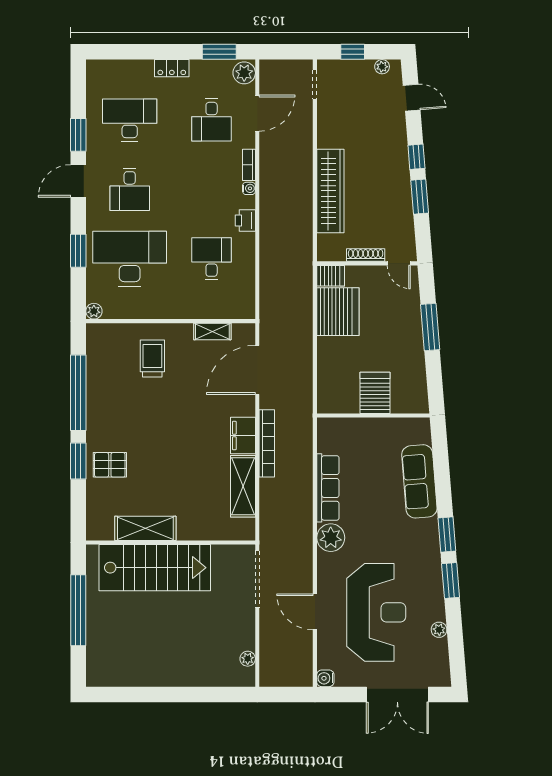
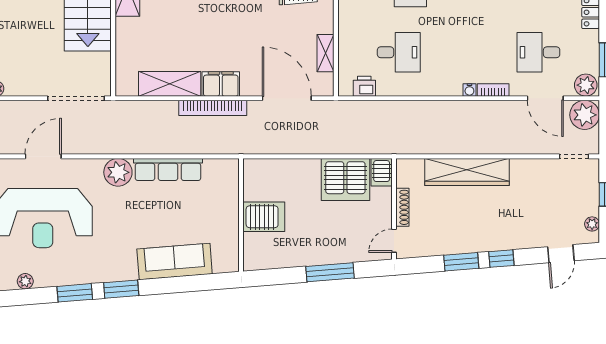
plant: (274, 74) -> (585, 115), added
printer: (245, 221) -> (364, 86), moved

